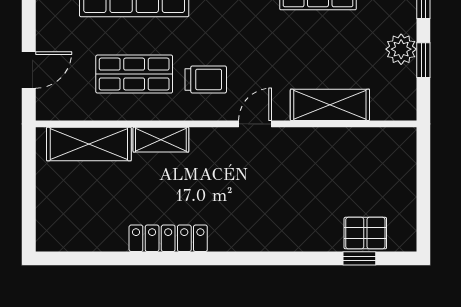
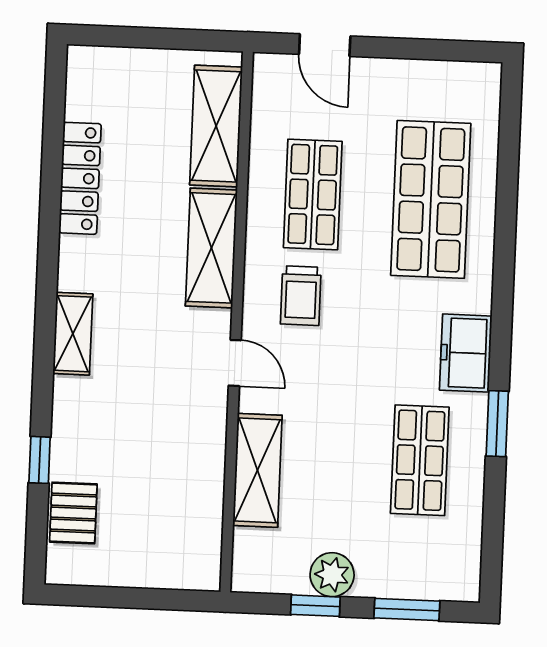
shelving: (161, 140) -> (211, 248), width x1.50, depth x1.33
locker: (168, 238) -> (80, 178), moved
shelving: (239, 239) -> (73, 334), added
window: (359, 258) -> (40, 460), moved

